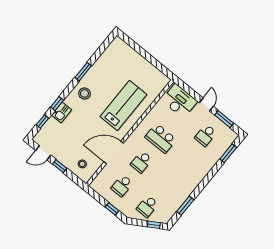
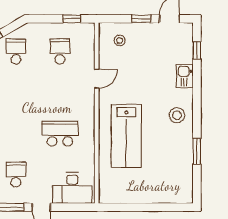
window: (83, 72) -> (197, 151), moved
window: (57, 104) -> (197, 81), removed
door: (114, 153) -> (97, 79), width x0.53
school desk: (141, 162) -> (60, 93), removed
window: (112, 209) -> (72, 19), moved

